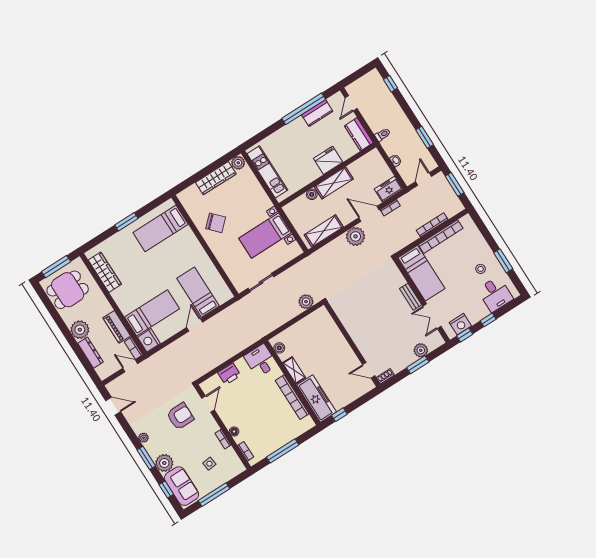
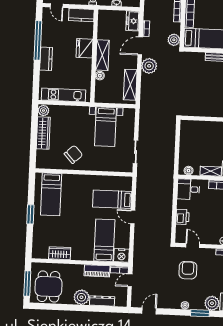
kitchen counter: (317, 113) -> (46, 59), moved
wardrobe: (105, 272) -> (60, 253), width x0.67
plant: (306, 302) -> (174, 40), moved

